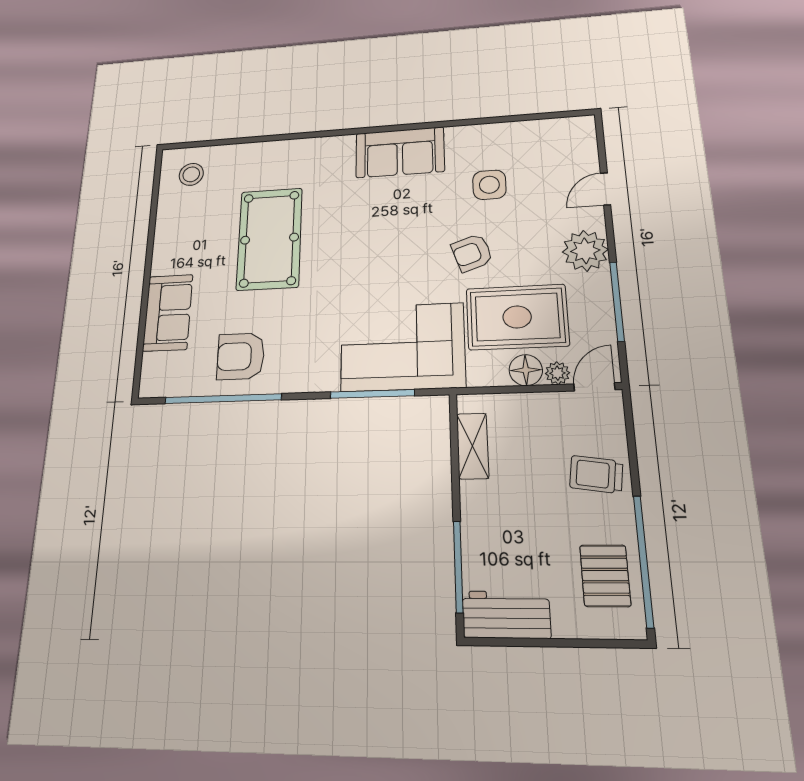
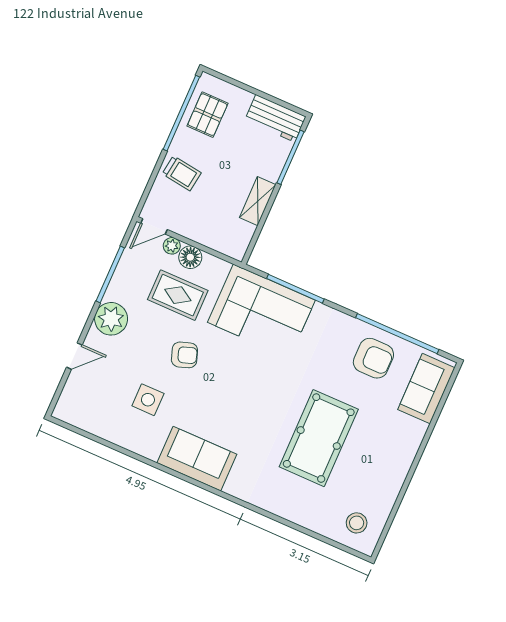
sofa: (168, 313) -> (426, 389), moved
rug: (517, 317) -> (178, 295), width x0.73, depth x0.70
shelving: (473, 446) -> (258, 201), moved

